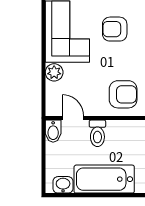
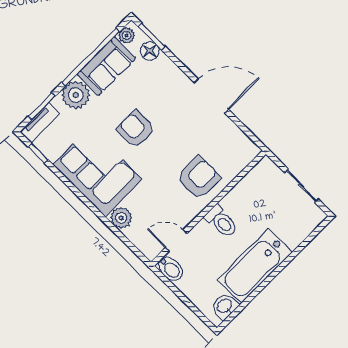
armchair: (115, 29) -> (136, 129), turned 90
toilet: (97, 133) -> (221, 221), moved

